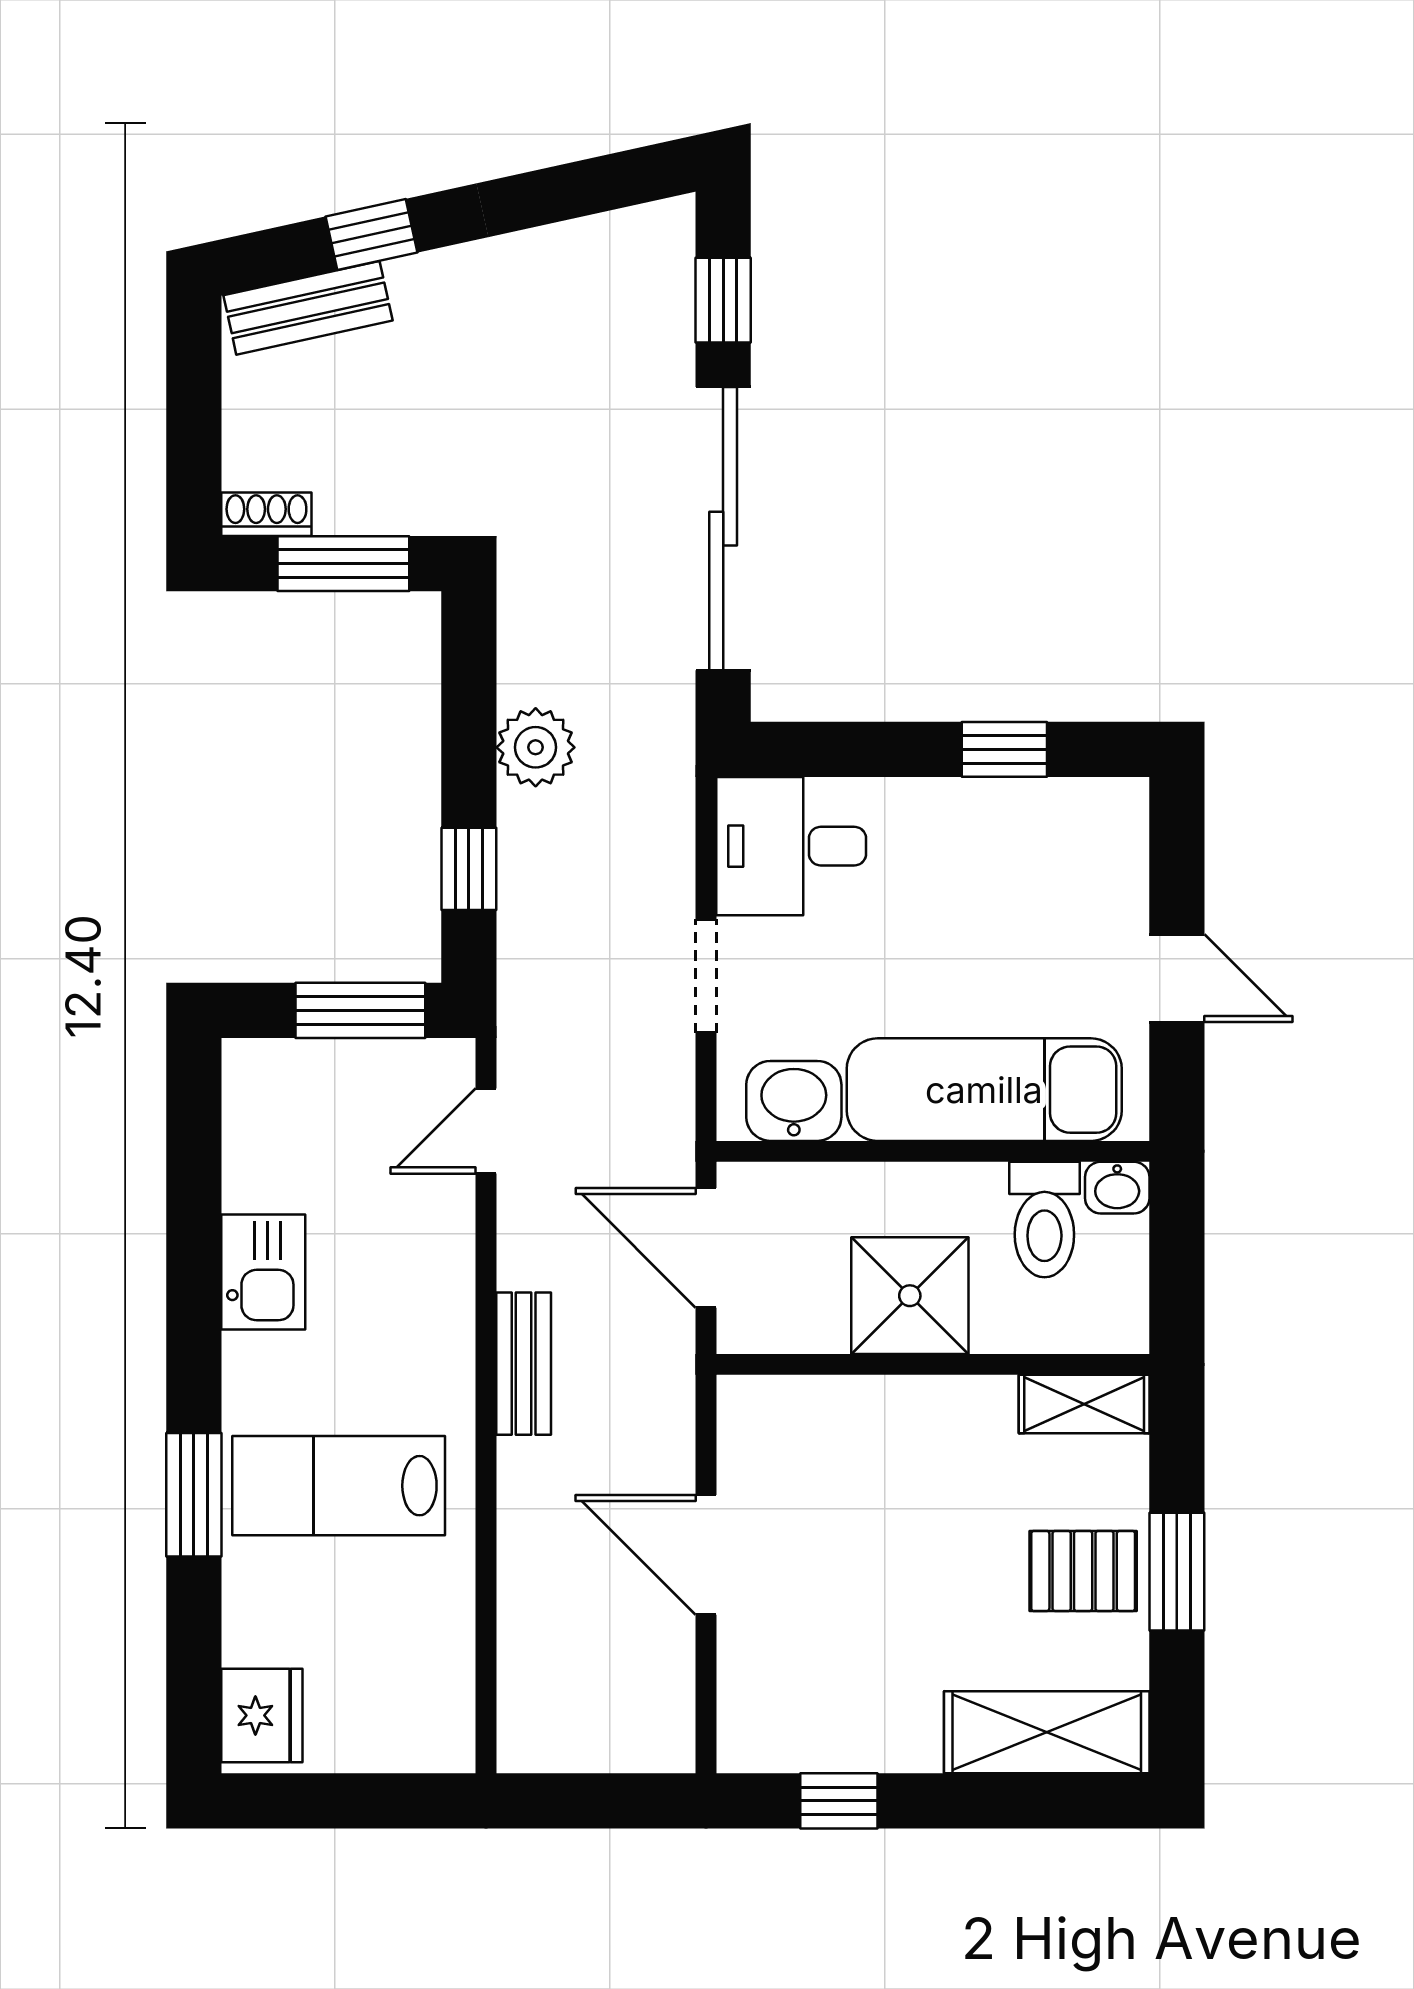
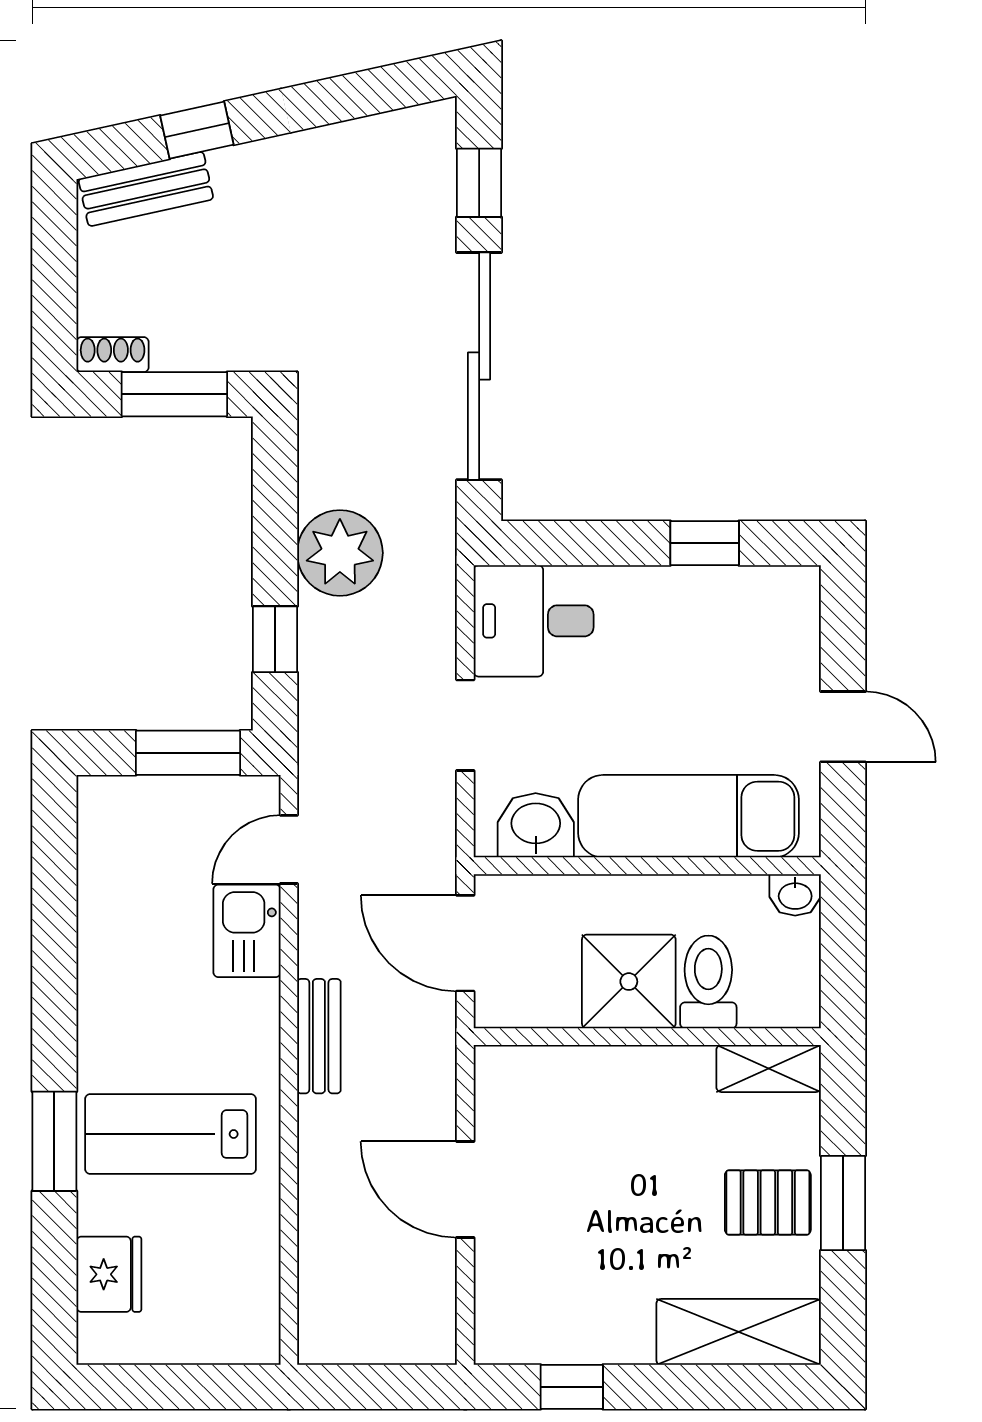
plant: (536, 747) -> (340, 553), width x1.36, depth x1.36
toilet: (1044, 1220) -> (708, 982), moved, turned 180
kitchen sink: (263, 1272) -> (247, 931), moved, turned 180
fridge: (262, 1715) -> (109, 1274), moved

